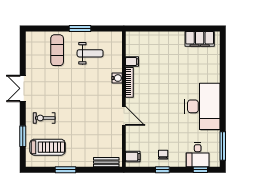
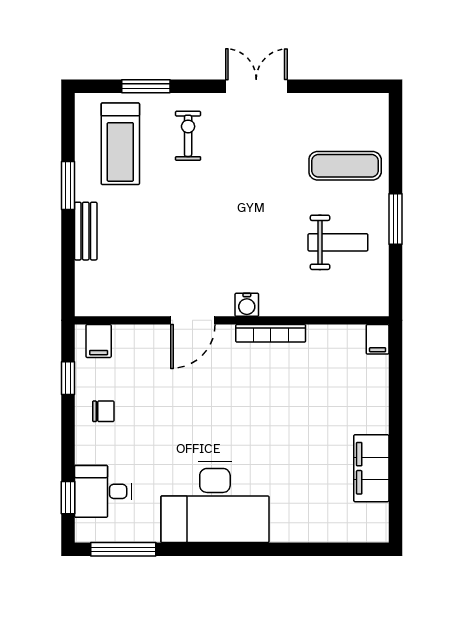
filing cabinet: (200, 39) -> (371, 468), moved
weight bench: (90, 53) -> (338, 242), turned -90
filing cabinet: (132, 62) -> (378, 339), moved
water cooler: (117, 78) -> (247, 305), moved
bench: (106, 162) -> (86, 231), moved
window: (162, 170) -> (68, 378), moved

